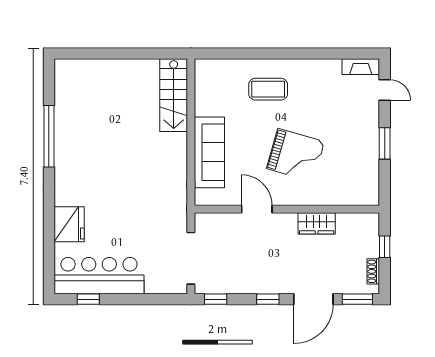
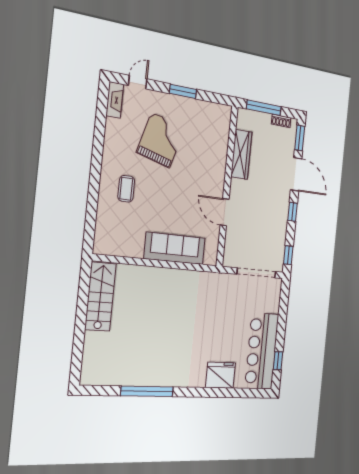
coffee table: (268, 89) -> (126, 189), width x0.73, depth x0.77
stairs: (174, 95) -> (100, 297), moved, turned -90
grand piano: (296, 155) -> (161, 140), moved
door: (257, 209) -> (225, 212), hinge flipped
wardrobe: (317, 223) -> (241, 154), width x1.50
window: (385, 247) -> (264, 108), width x2.17

